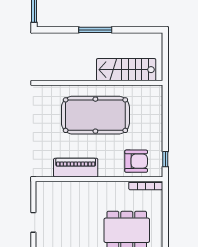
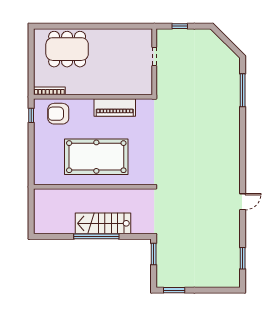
window: (95, 30) -> (96, 236), width x1.46
stairs: (126, 70) -> (103, 223), moved, turned 180

